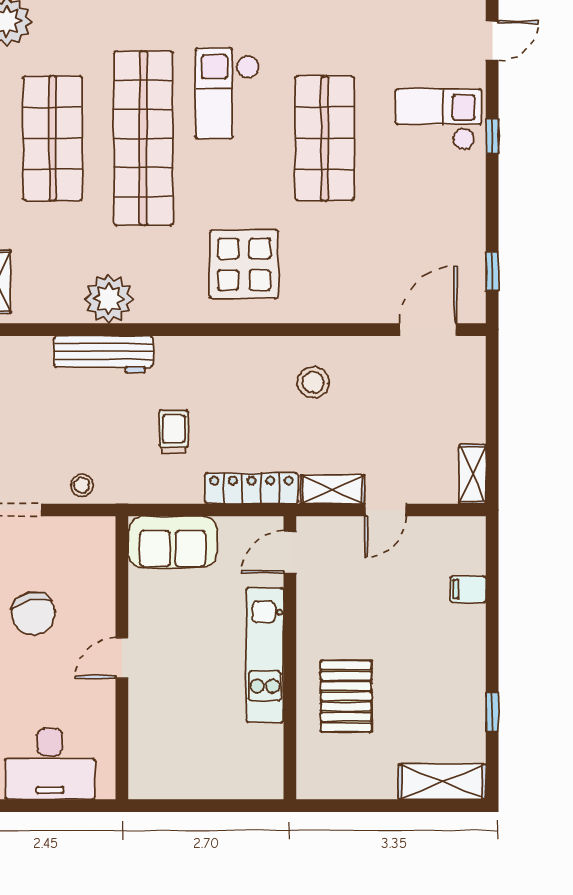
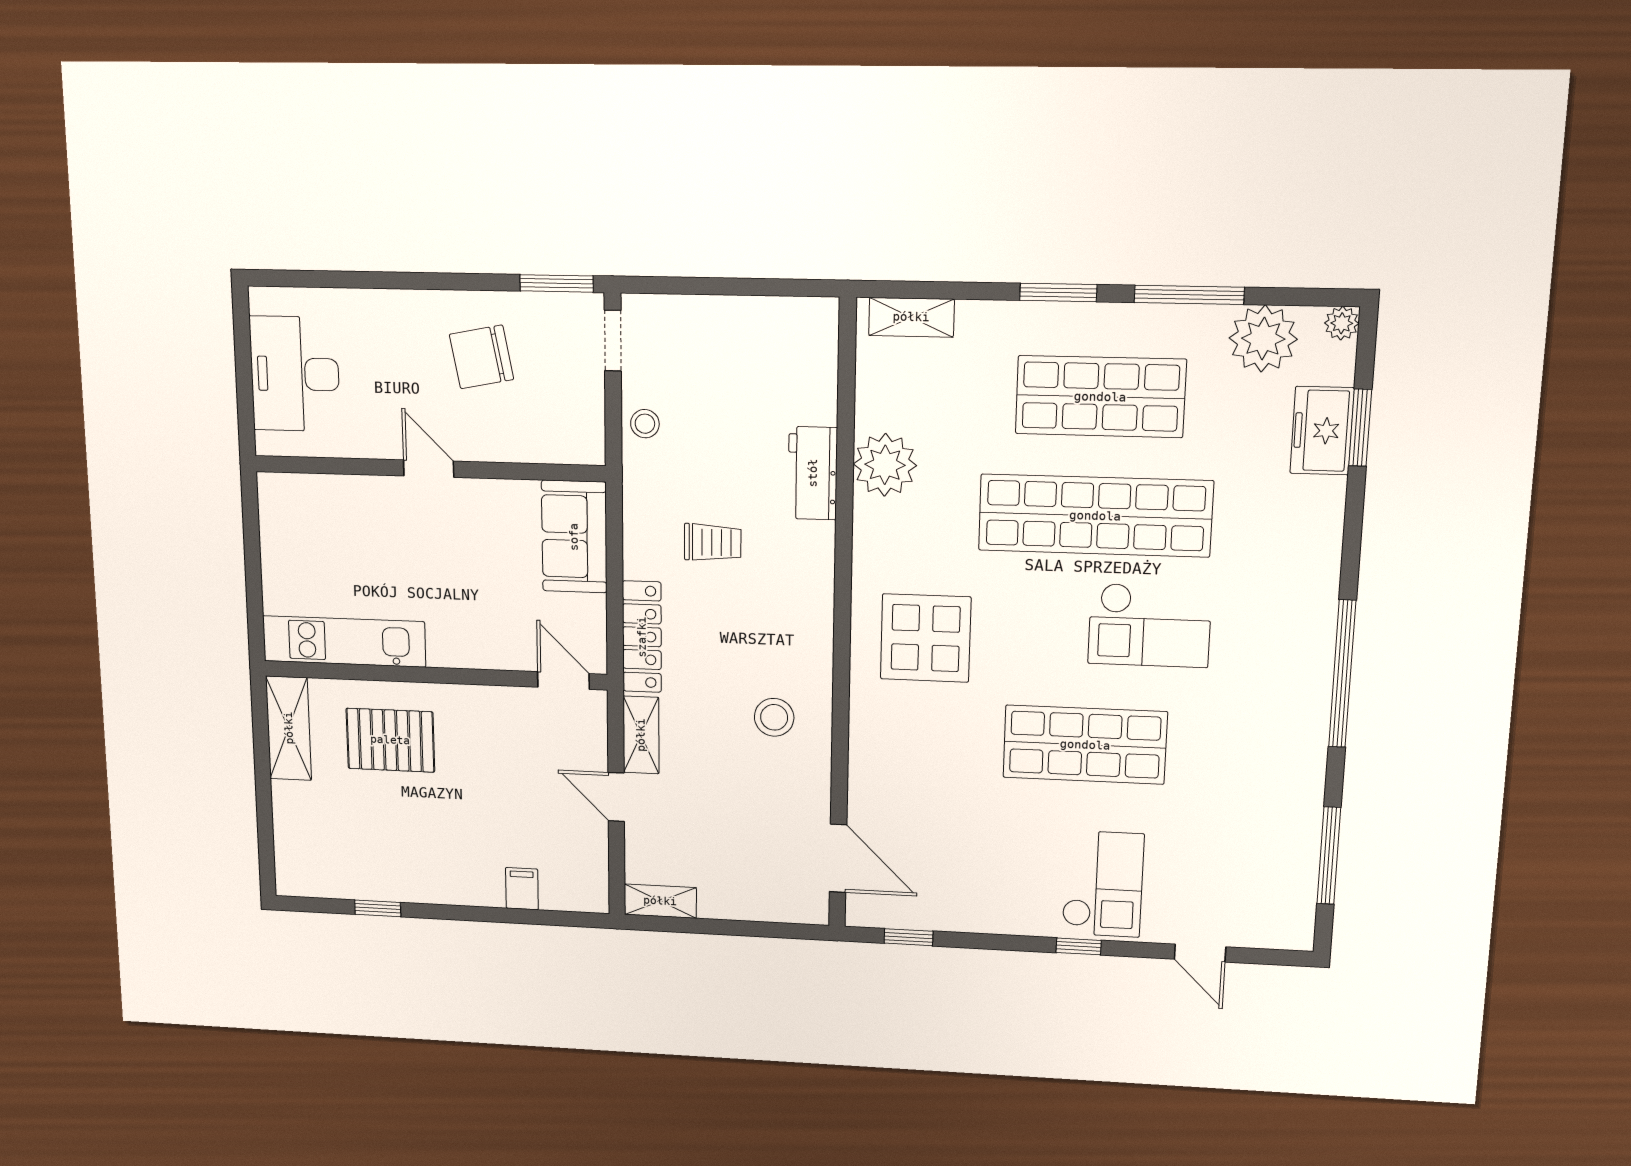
checkout: (227, 93) -> (1150, 625), turned 180
workbench: (103, 354) -> (813, 473), width x0.73
kitchen unit: (265, 655) -> (344, 641), moved
shelving: (442, 782) -> (289, 728), moved

